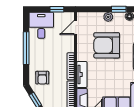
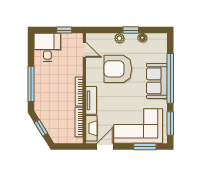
door: (76, 28) -> (84, 50), swing flipped
window: (26, 48) -> (31, 84), moved
armchair: (42, 78) -> (48, 104), removed

